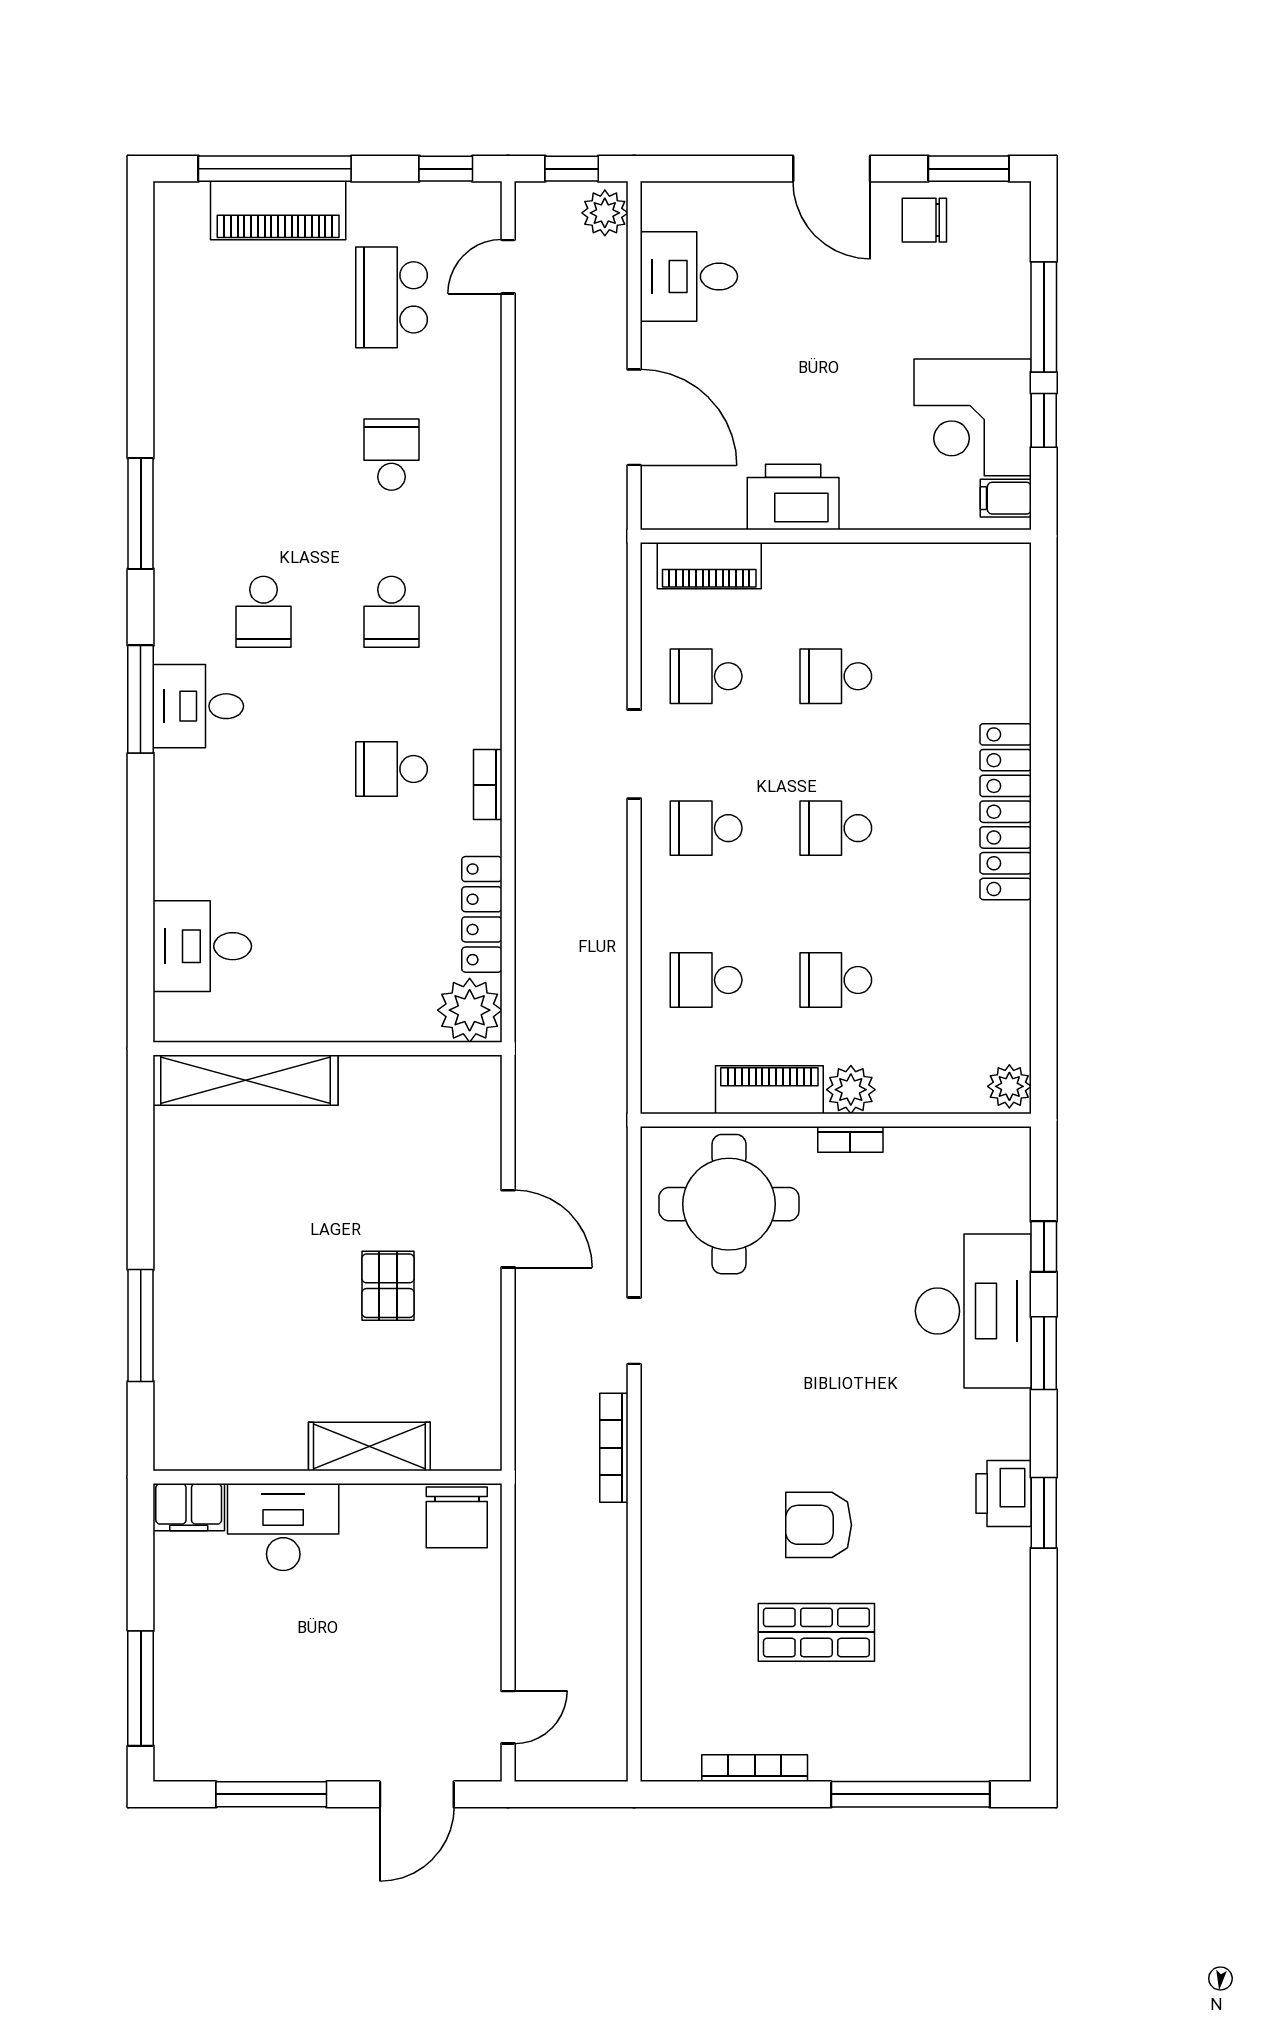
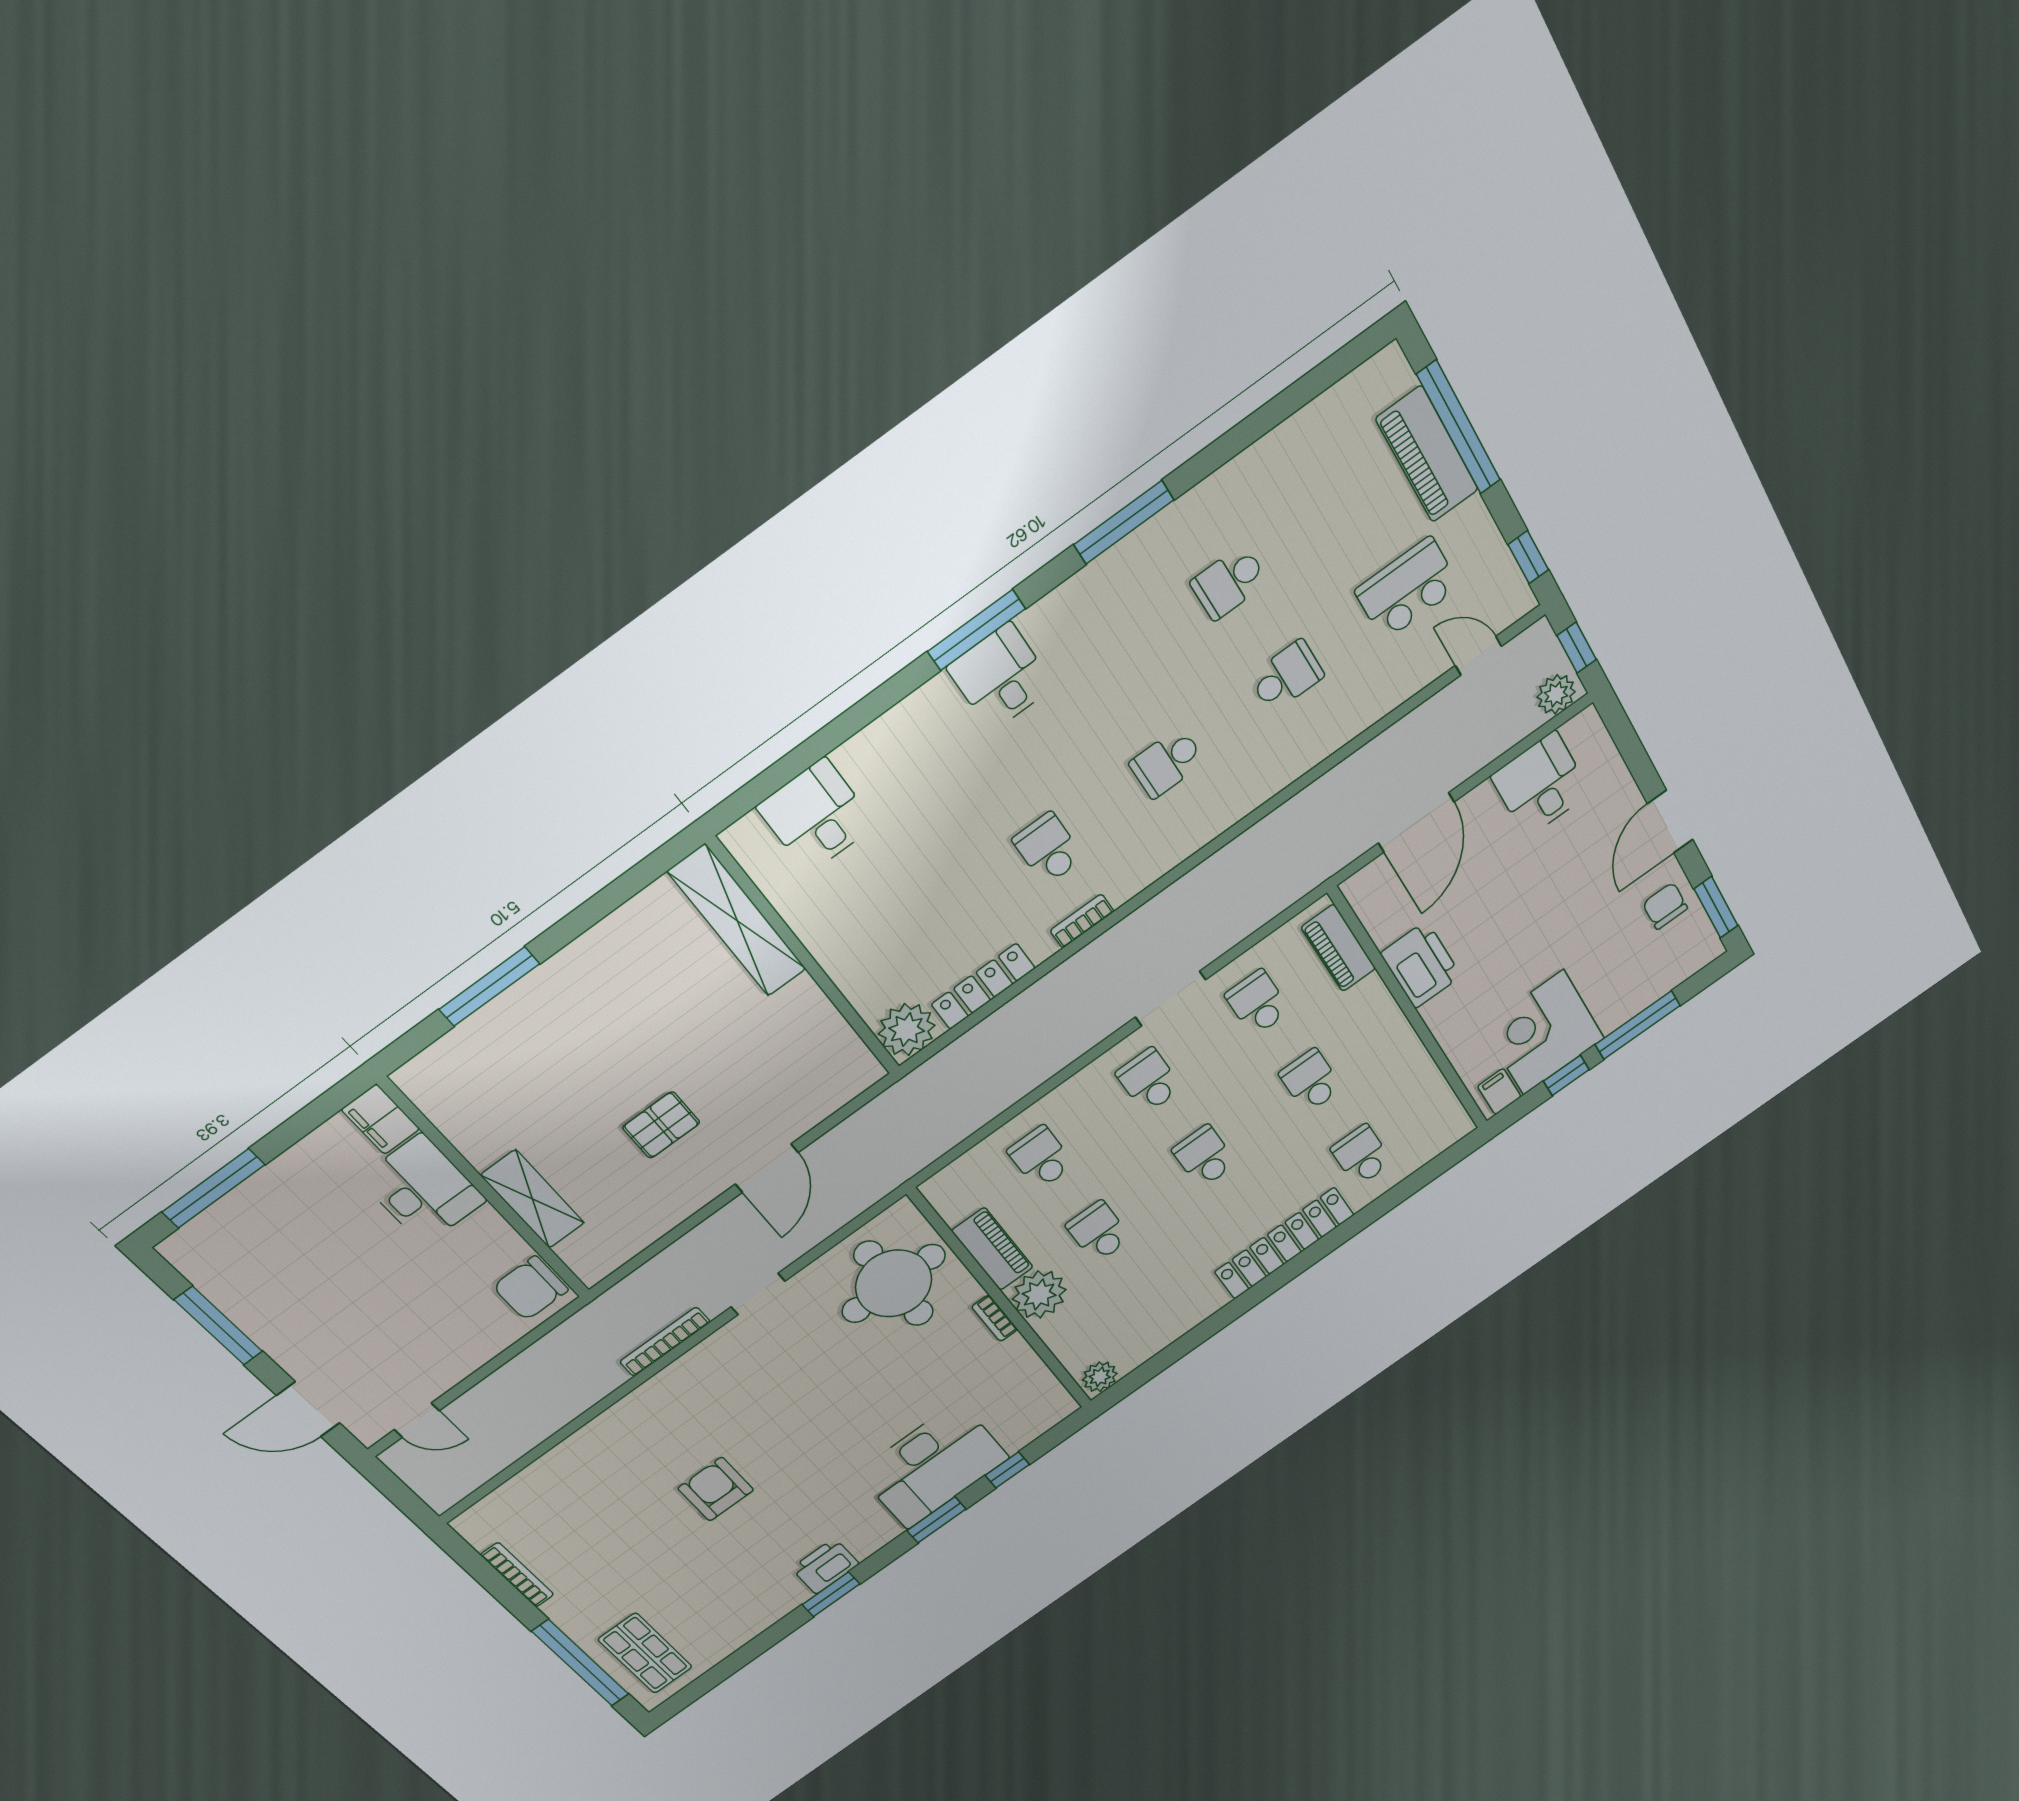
school desk: (263, 612) -> (1229, 582), moved
school desk: (965, 676) -> (1361, 1155), added
plant: (851, 1090) -> (1039, 1294), width x1.36, depth x1.36
shop shelf: (816, 1632) -> (645, 1653), moved

